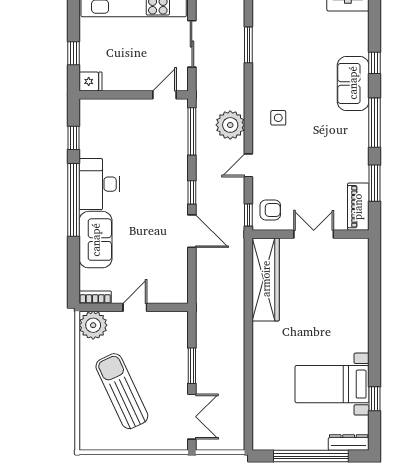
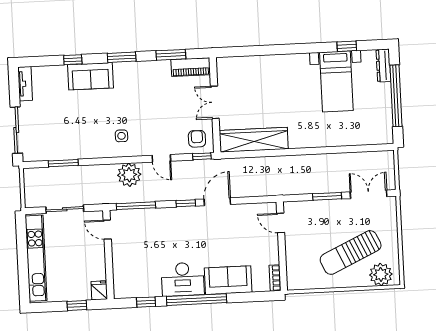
window: (374, 123) -> (122, 57), width x0.69
door: (135, 307) -> (281, 223), moved
plant: (93, 325) -> (381, 274), moved

